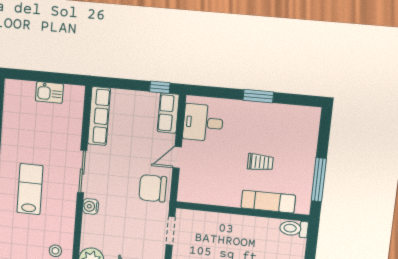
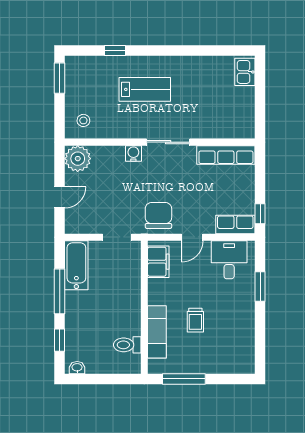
kitchen sink: (49, 92) -> (245, 72), moved
window: (258, 96) -> (260, 286), moved
door: (177, 157) -> (192, 237), swing flipped
filing cabinet: (198, 193) -> (158, 262), added
toilet: (294, 229) -> (127, 345), moved, turned -90

